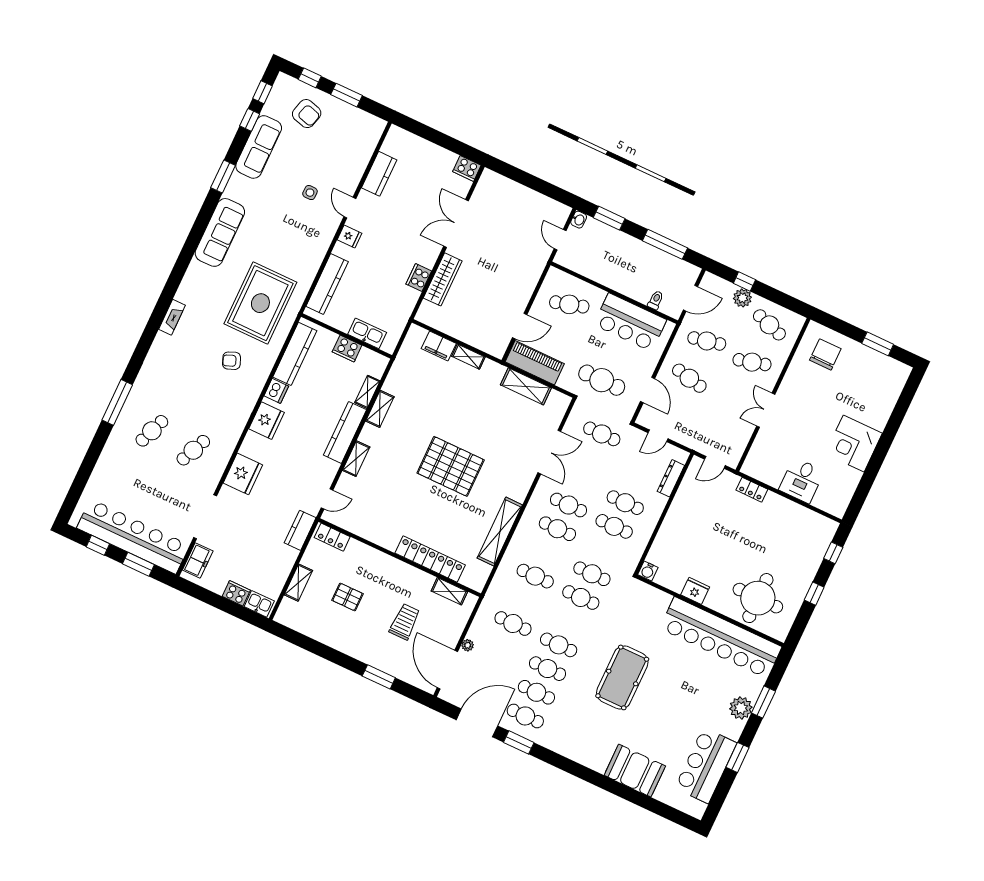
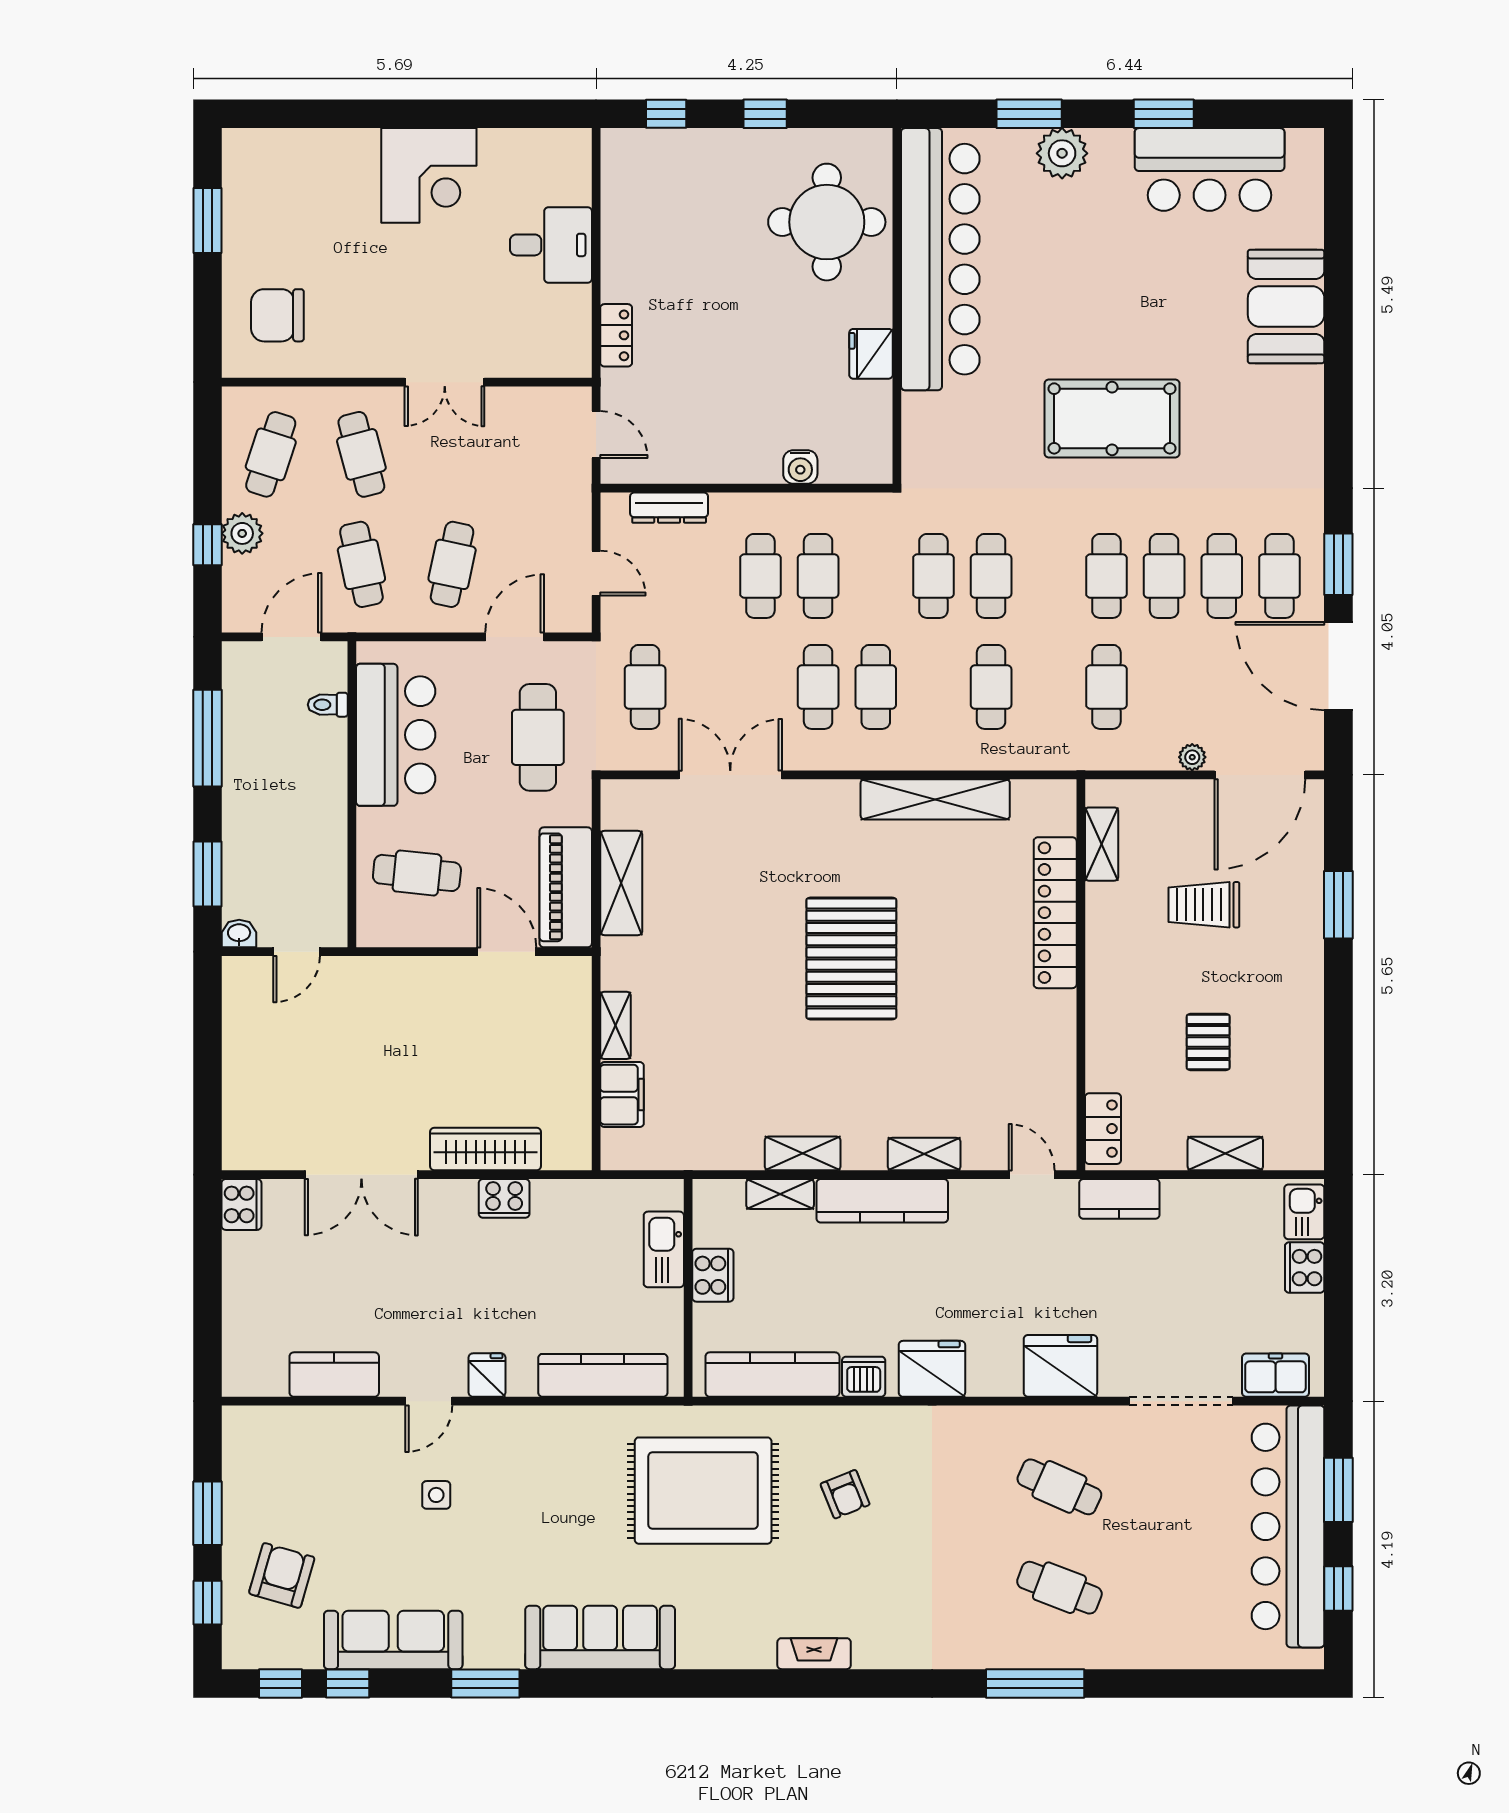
door: (690, 298) -> (292, 637), hinge flipped
cafe table: (569, 304) -> (417, 873), turned -68
water cooler: (648, 571) -> (800, 467), moved, turned 90

